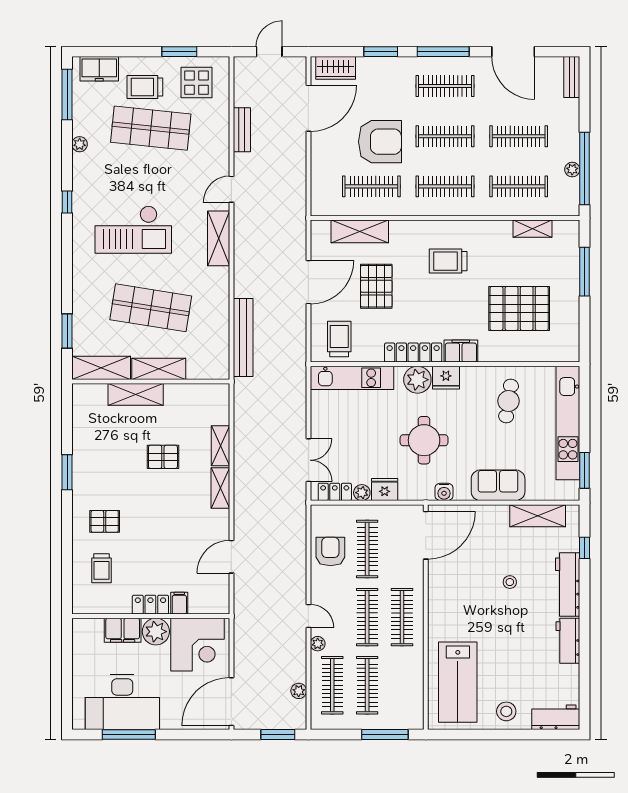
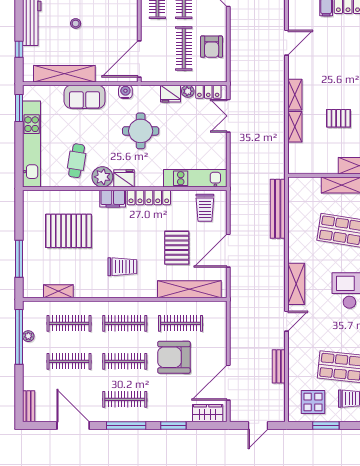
shelving: (360, 231) -> (189, 289), width x1.47
plant: (417, 380) -> (102, 177), moved
shelving: (538, 516) -> (64, 74), width x1.47

